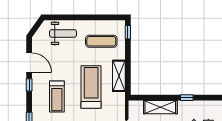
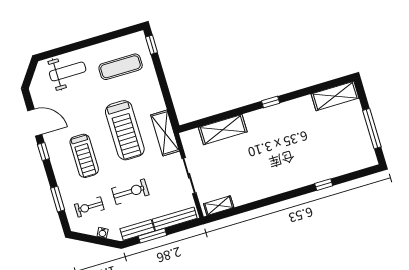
shelving: (119, 76) -> (165, 133), moved
treadmill: (91, 87) -> (125, 130), turned 180
window: (187, 98) -> (271, 102), moved

